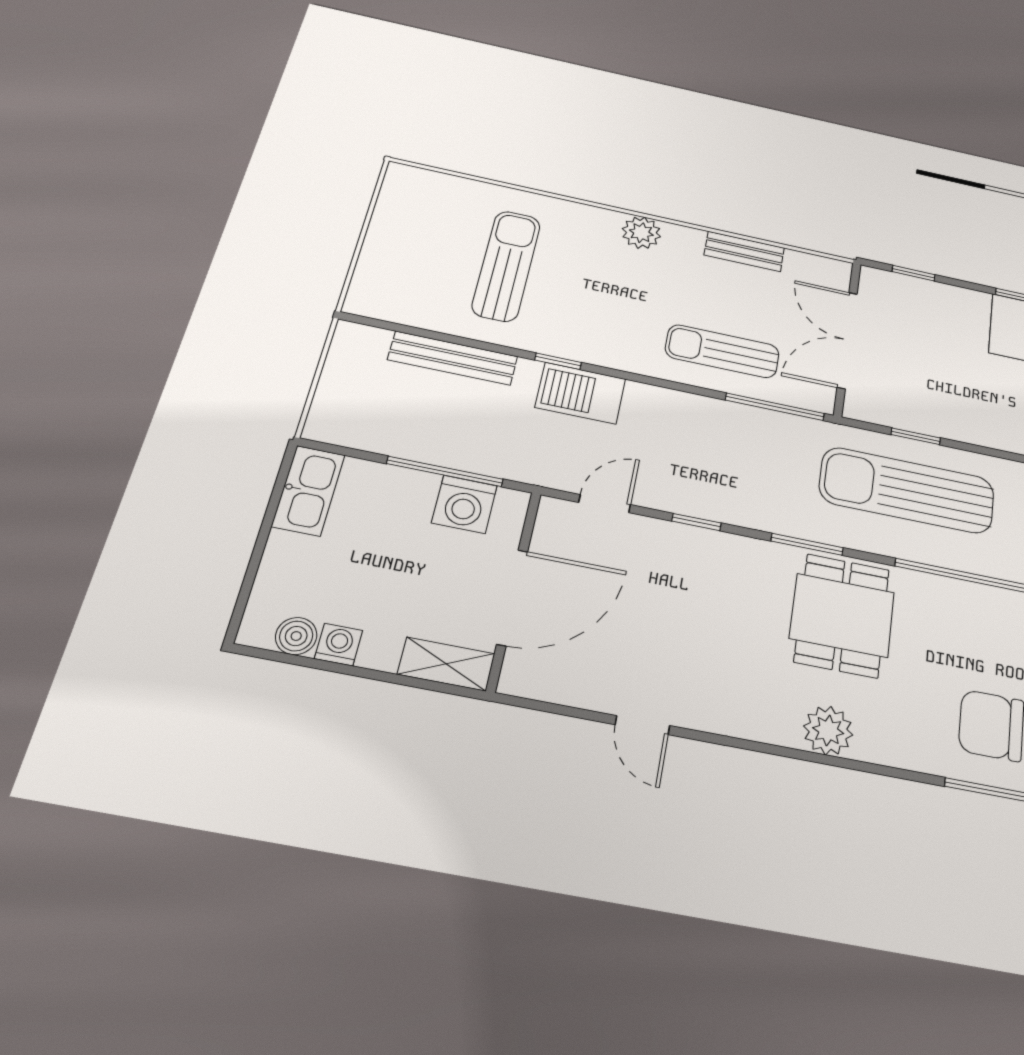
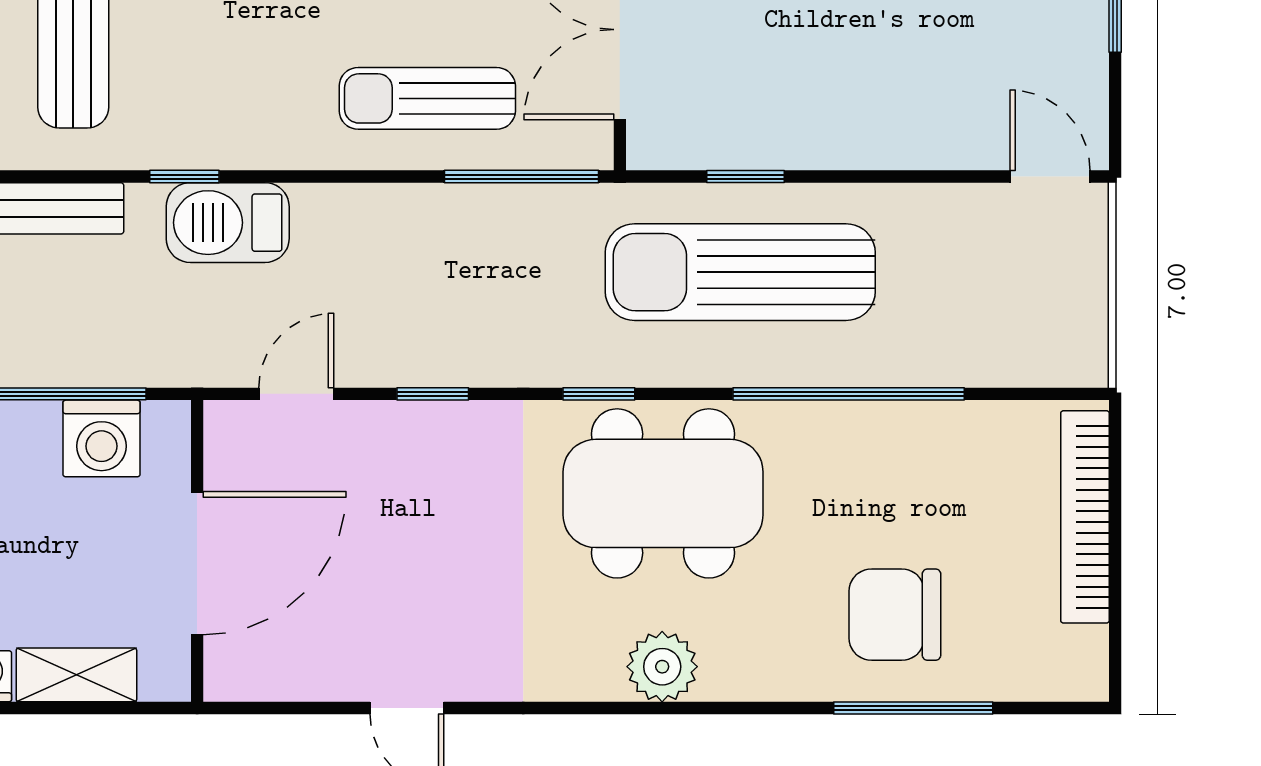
window: (807, 544) -> (599, 394), width x0.67
dining table: (842, 615) -> (663, 493), width x1.38
shelving: (446, 664) -> (76, 675), moved

